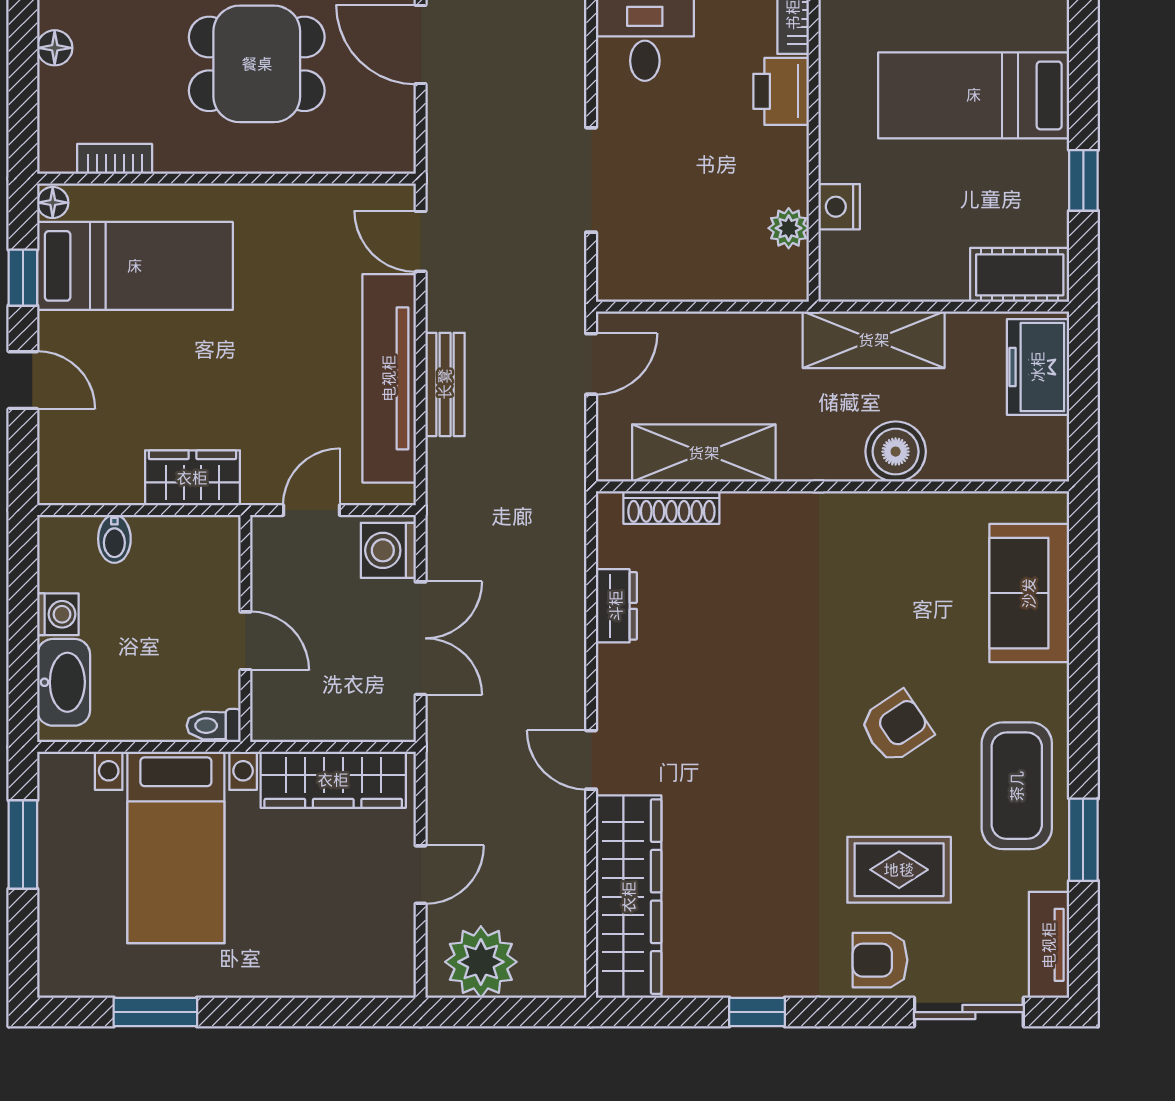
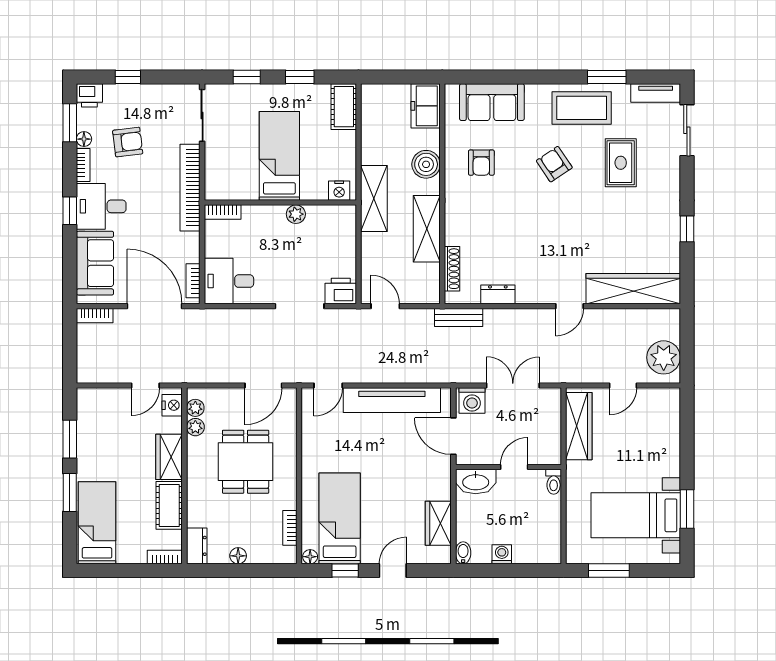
door: (421, 45) -> (263, 385), moved
window: (1083, 66) -> (247, 77), added
printer: (781, 91) -> (341, 291), moved, turned 180
bed: (974, 95) -> (279, 156), moved, turned 180
nightstand: (839, 207) -> (339, 191), moved
plant: (789, 228) -> (296, 214), moved
shelving: (874, 340) -> (374, 198), moved
freezer: (1038, 367) -> (426, 106), moved, turned 90
bench: (445, 384) -> (459, 318), moved
shelving: (704, 453) -> (427, 229), moved
wardrobe: (192, 478) -> (438, 523), moved
door: (312, 510) -> (453, 436), width x1.38
bidet: (114, 539) -> (463, 553), moved, turned -90
washbasin: (64, 682) -> (476, 482), moved, turned 180
bed with nightstands: (176, 847) -> (636, 515), moved, turned 180
door: (421, 875) -> (623, 385), swing flipped
armchair: (880, 960) -> (481, 163), moved

